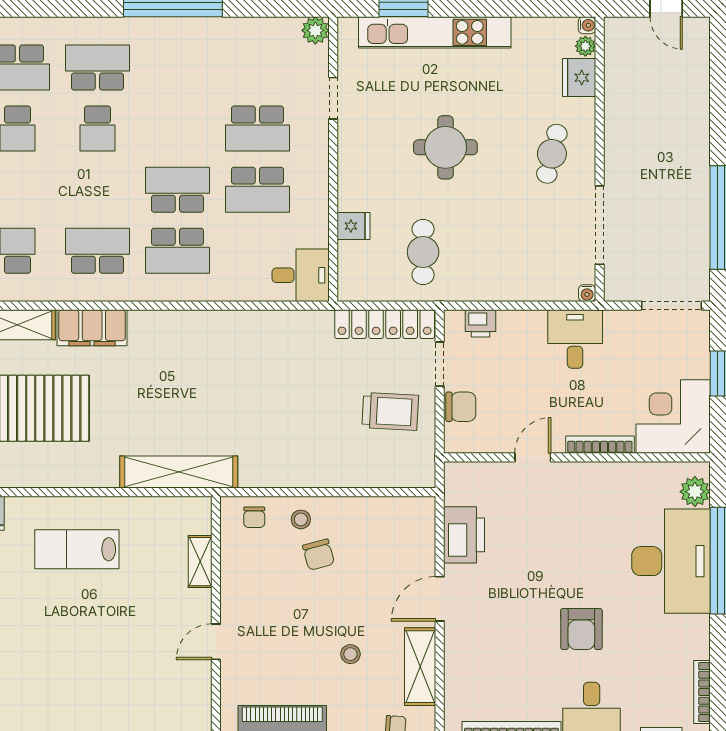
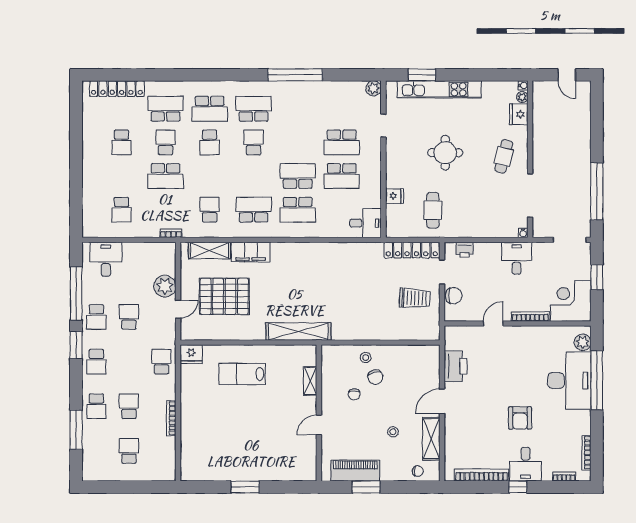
school desk: (97, 129) -> (254, 142), turned 180
chair: (254, 517) -> (354, 394), moved

